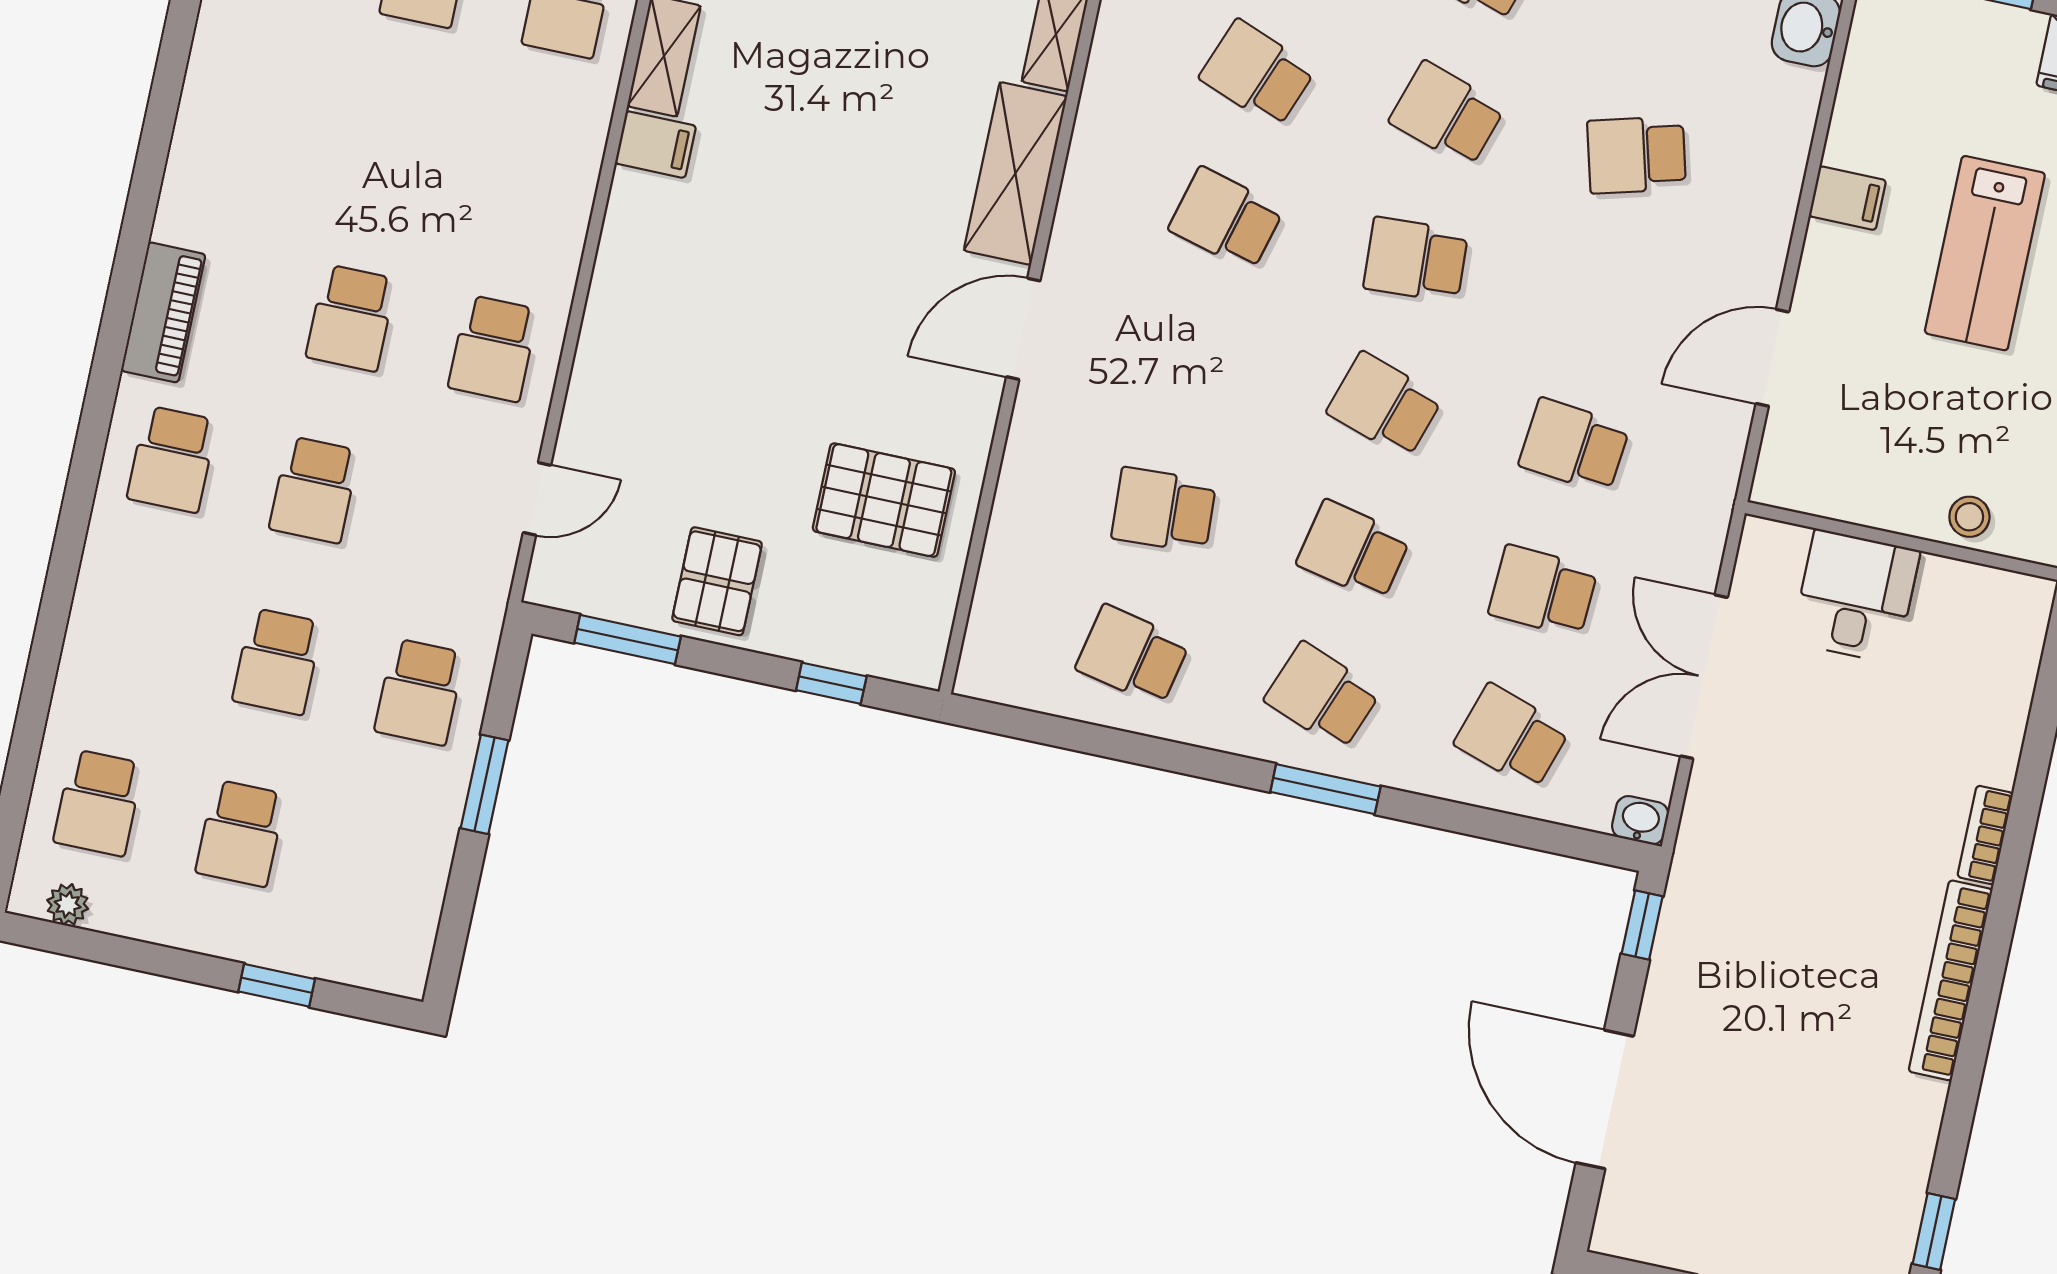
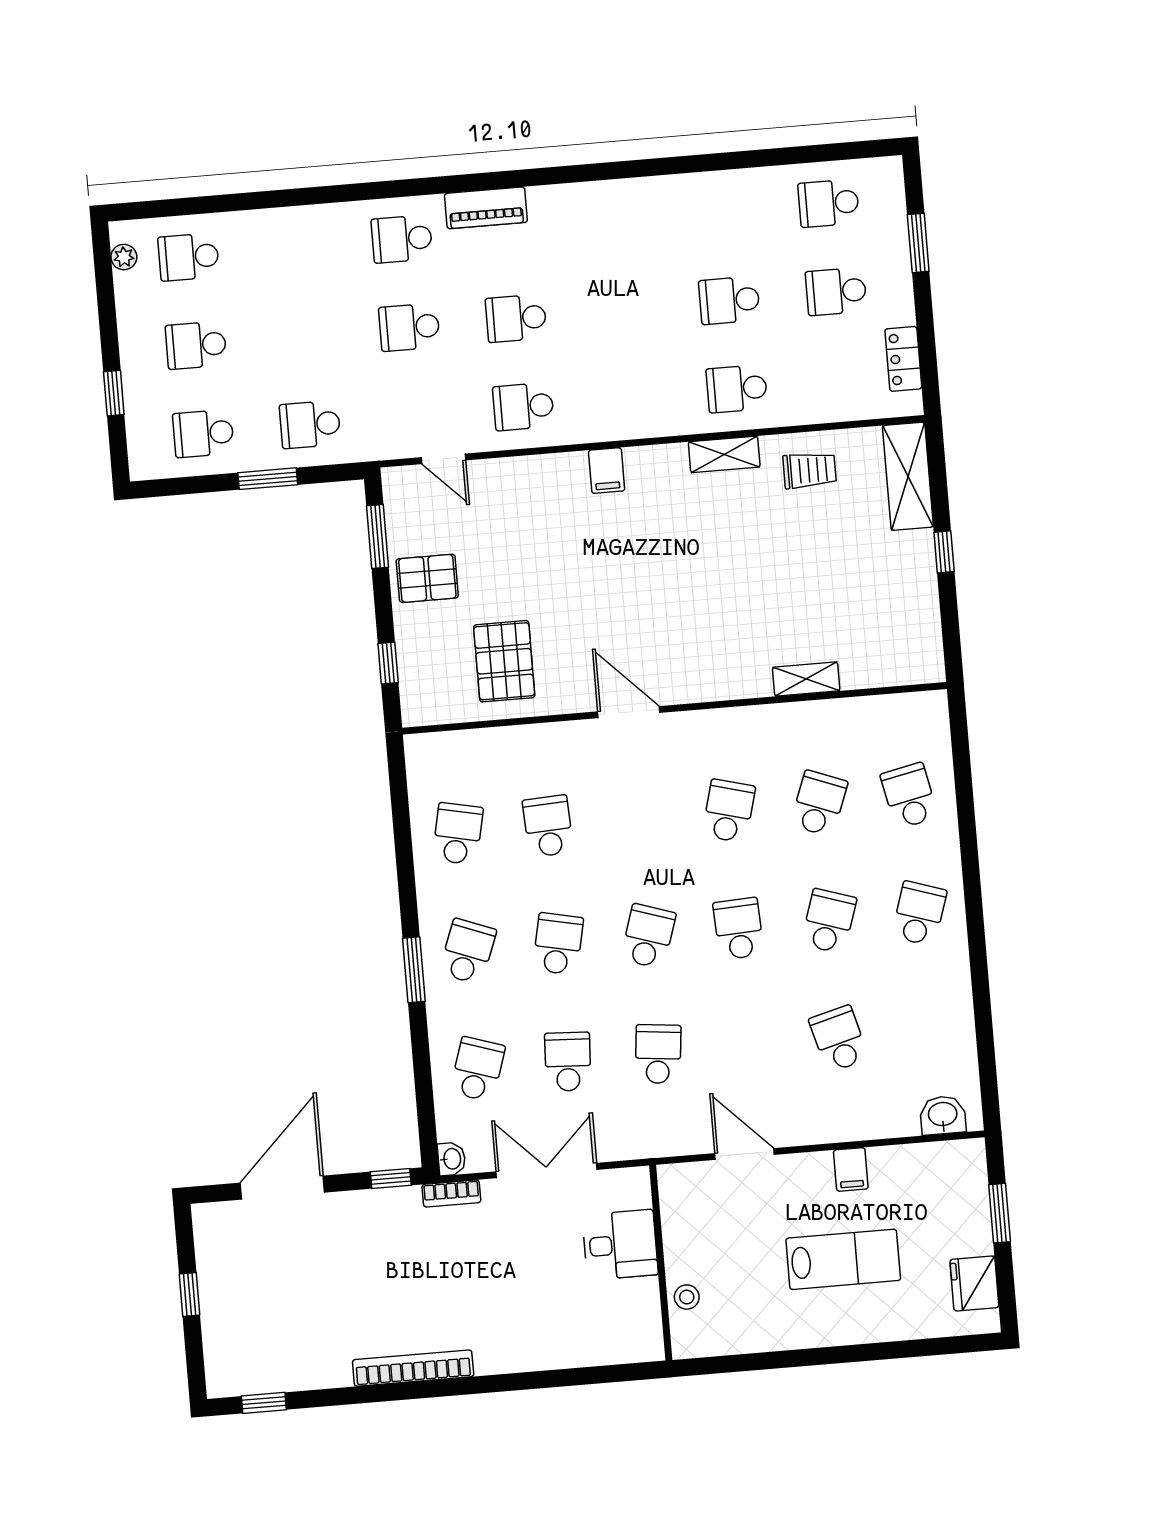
filing cabinet: (656, 145) -> (607, 471), moved
shelving: (1015, 173) -> (718, 680), removed
lab bench: (1985, 253) -> (843, 1259), turned 180
school desk: (277, 661) -> (203, 433), moved
bookcase: (1985, 835) -> (451, 1193), moved, turned 180

